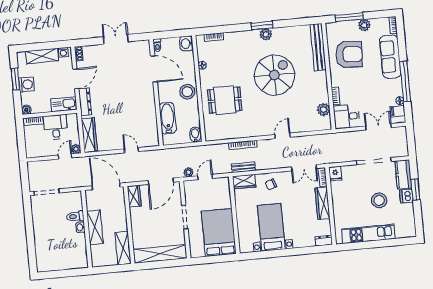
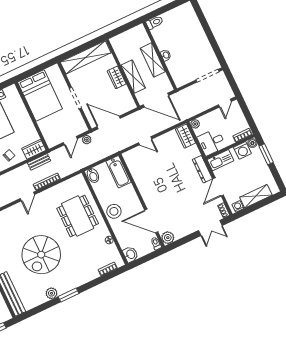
plant: (266, 34) -> (51, 293), moved
double door: (116, 39) -> (210, 228), moved
plant: (144, 47) -> (168, 238), added
window: (15, 79) -> (266, 154), moved
washing machine: (26, 84) -> (242, 150), moved, turned -90
dining table: (225, 100) -> (78, 216), width x1.38
bathtub: (168, 118) -> (118, 172), moved
desk: (56, 127) -> (211, 142), moved, turned 90
wardrobe: (89, 135) -> (185, 136), width x0.67
door: (283, 136) -> (27, 196), moved
door: (65, 156) -> (225, 103), moved
door: (161, 181) -> (109, 122), hinge flipped
wardrobe: (134, 196) -> (117, 77), moved
toilet: (75, 216) -> (155, 23), moved
shelving: (123, 248) -> (133, 77), moved

